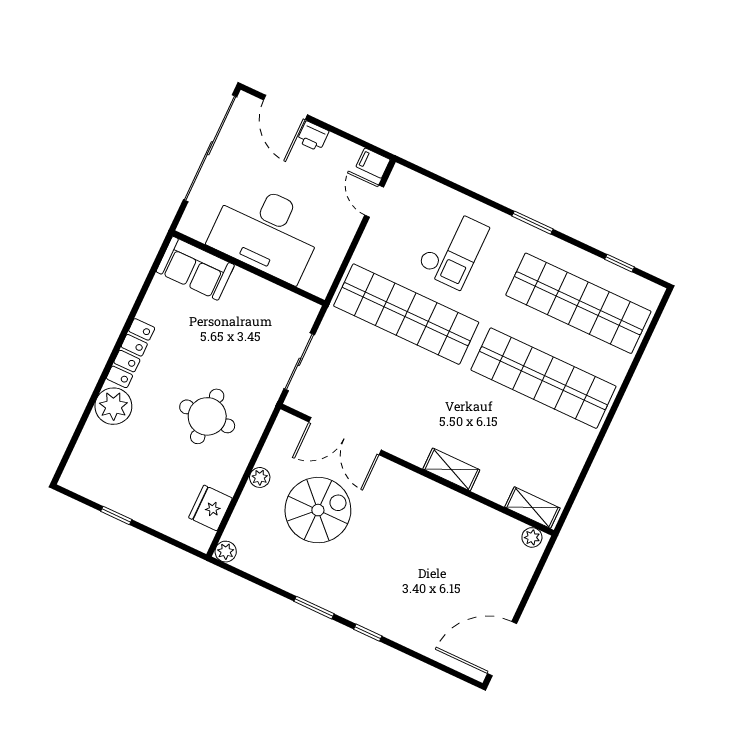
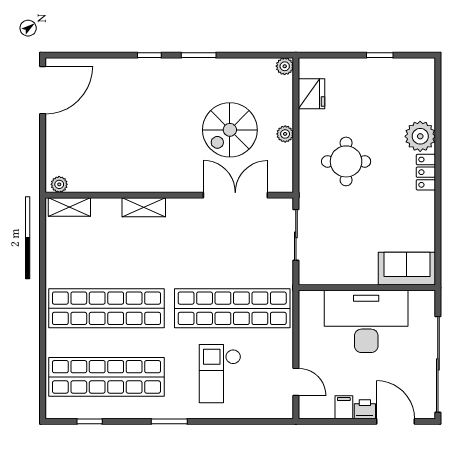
filing cabinet: (373, 163) -> (344, 407), moved, turned -90
locker: (131, 353) -> (426, 172), width x0.66

